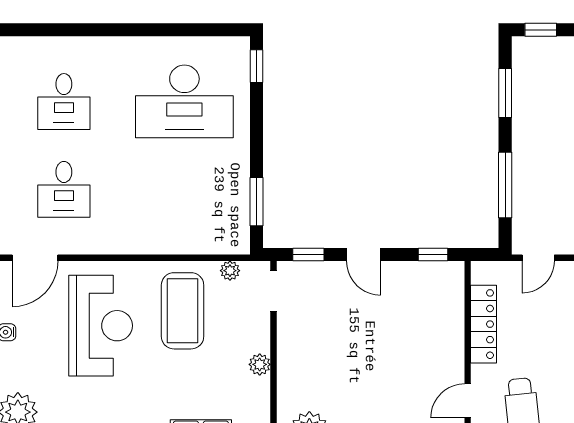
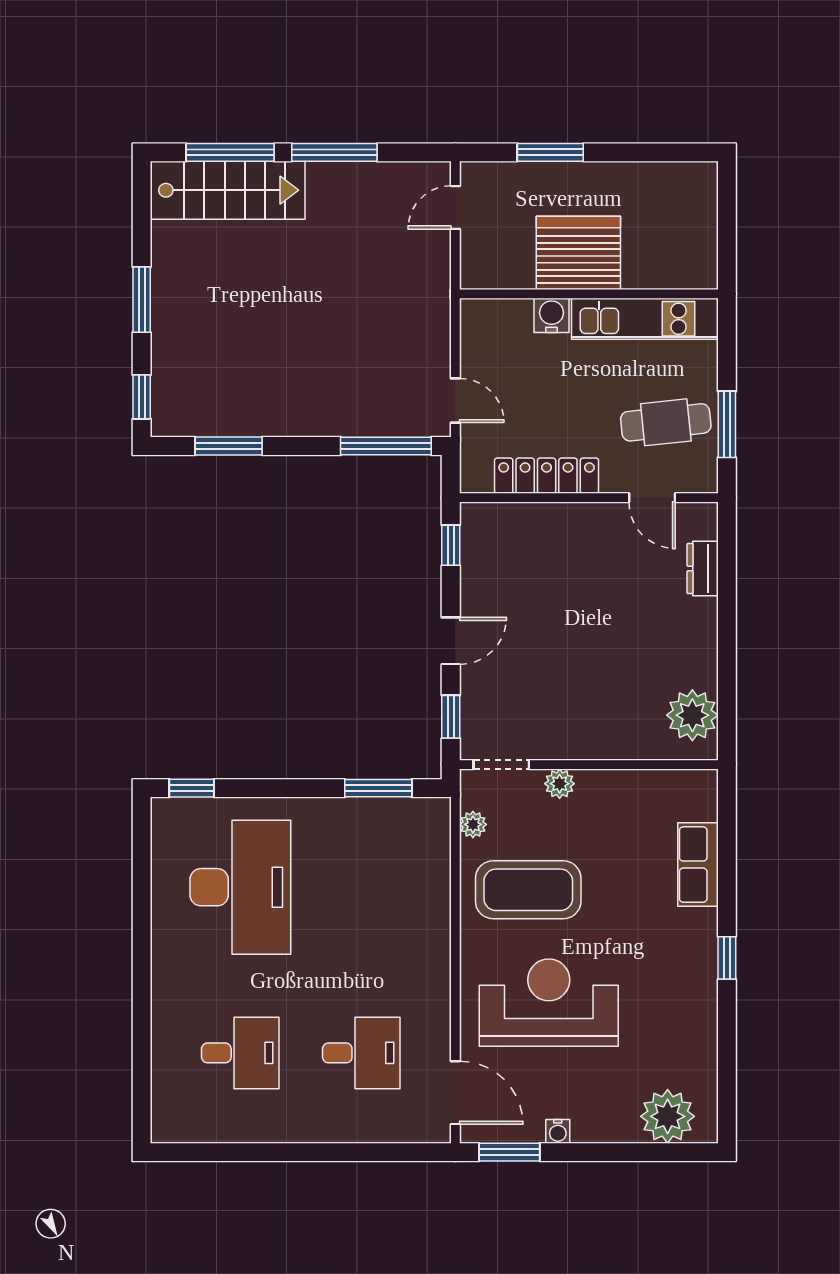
window: (505, 185) -> (386, 446), moved
plant: (260, 364) -> (560, 784), moved

